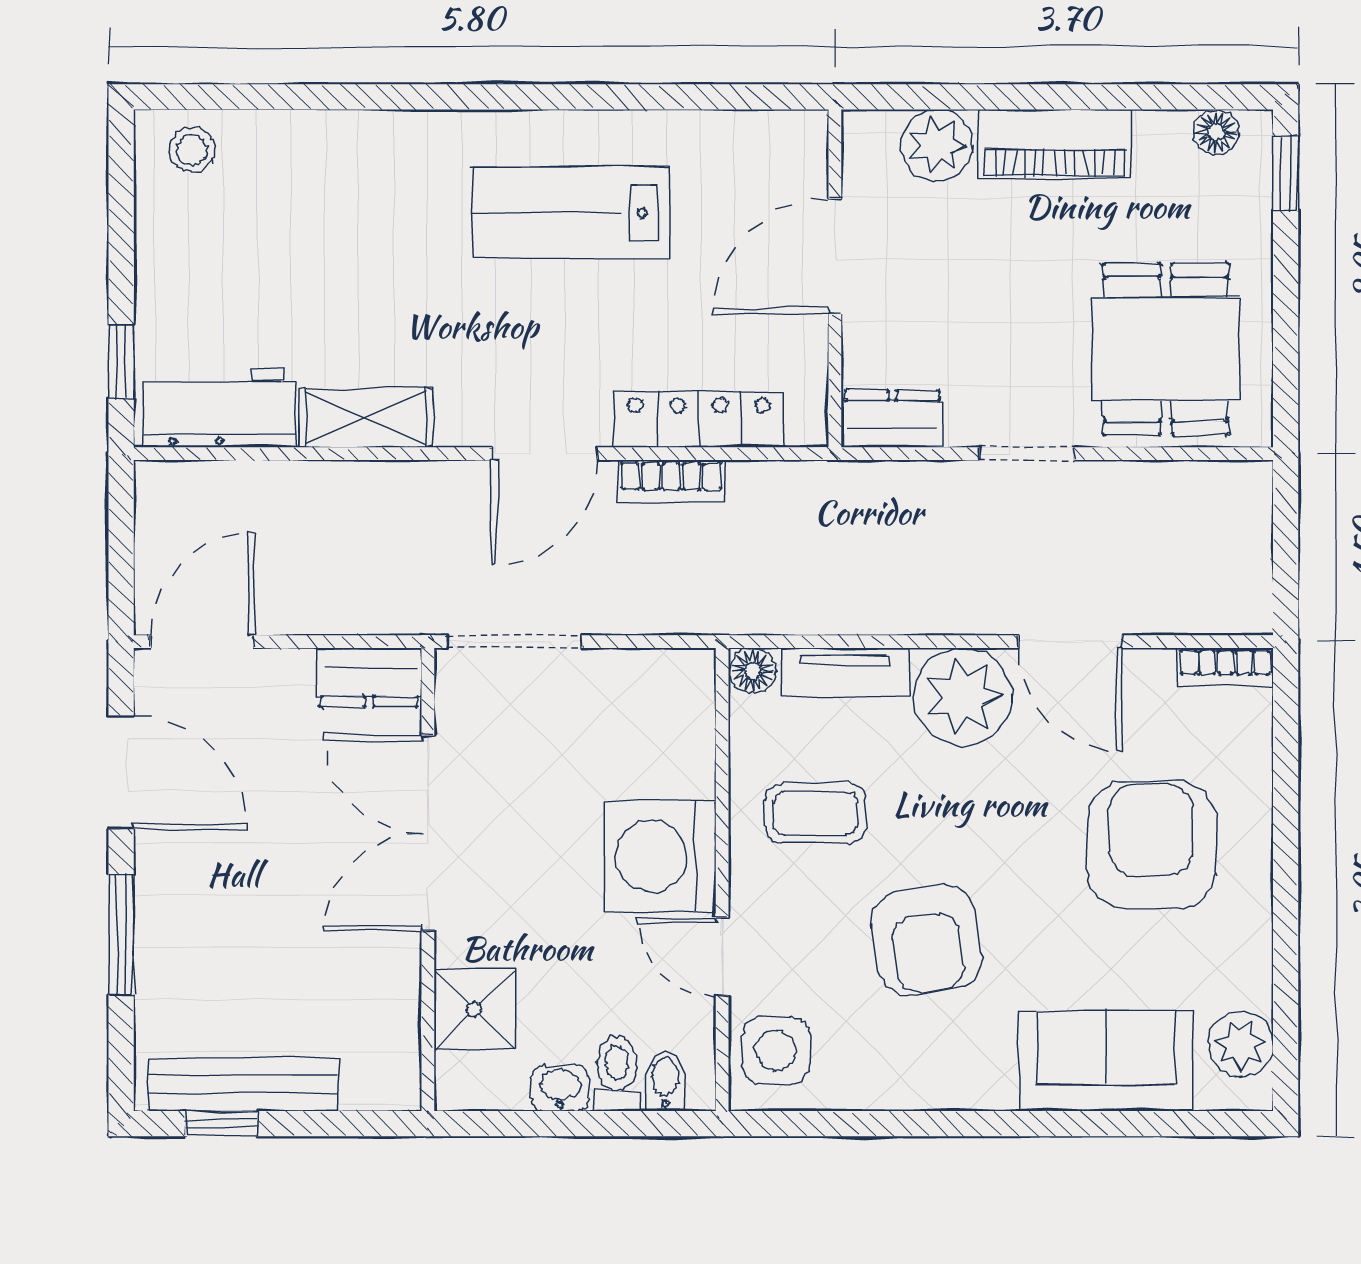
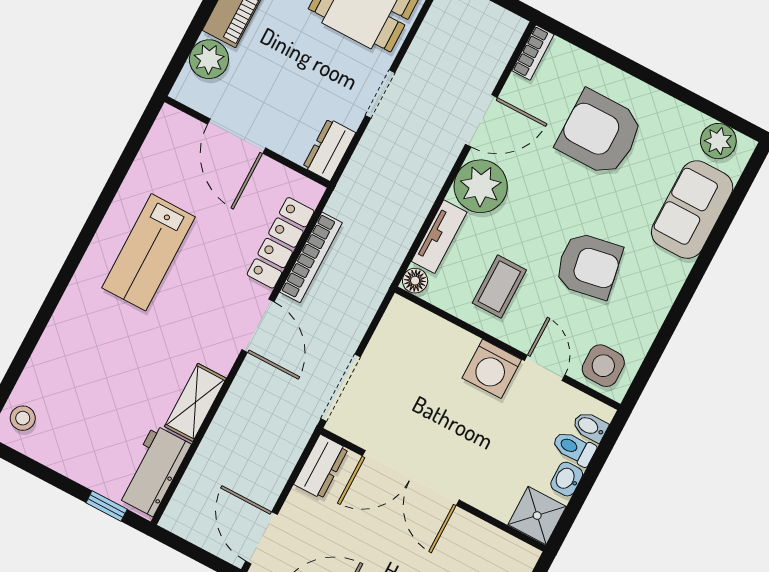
bookcase: (671, 481) -> (311, 257), width x1.56
washing machine: (660, 856) -> (492, 369), width x0.73, depth x0.73
door: (722, 957) -> (545, 368), swing flipped
shower: (474, 1010) -> (537, 516), moved

